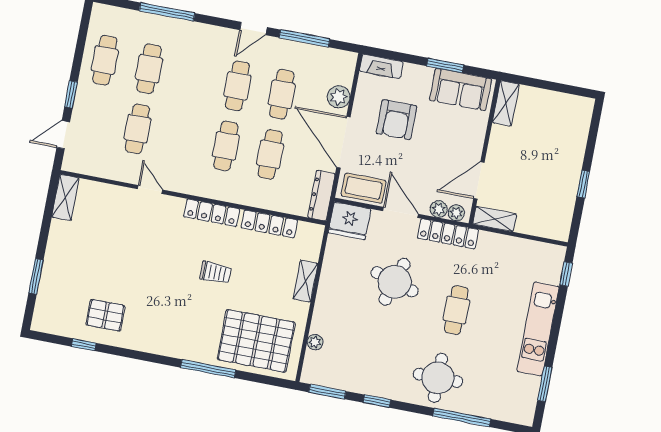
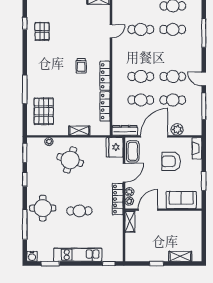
sofa: (461, 89) -> (181, 200), moved, turned 90
shelving: (506, 103) -> (180, 256), moved
door: (479, 181) -> (148, 210), hinge flipped
door: (150, 189) -> (111, 31), moved
trolley: (216, 273) -> (81, 66), moved
round table: (395, 282) -> (70, 160), moved
pallet: (256, 341) -> (44, 111), width x0.73, depth x0.71
water cooler: (525, 416) -> (32, 256), added

